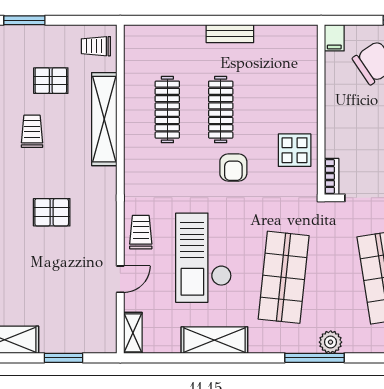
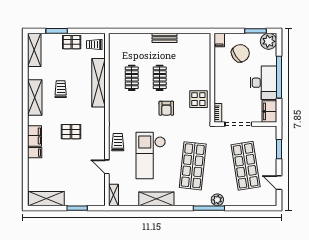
pallet: (51, 81) -> (72, 42), moved
clothes rail: (167, 110) -> (132, 78), width x0.73
clothes rail: (221, 110) -> (160, 78), width x0.73
door: (120, 279) -> (107, 167), swing flipped

